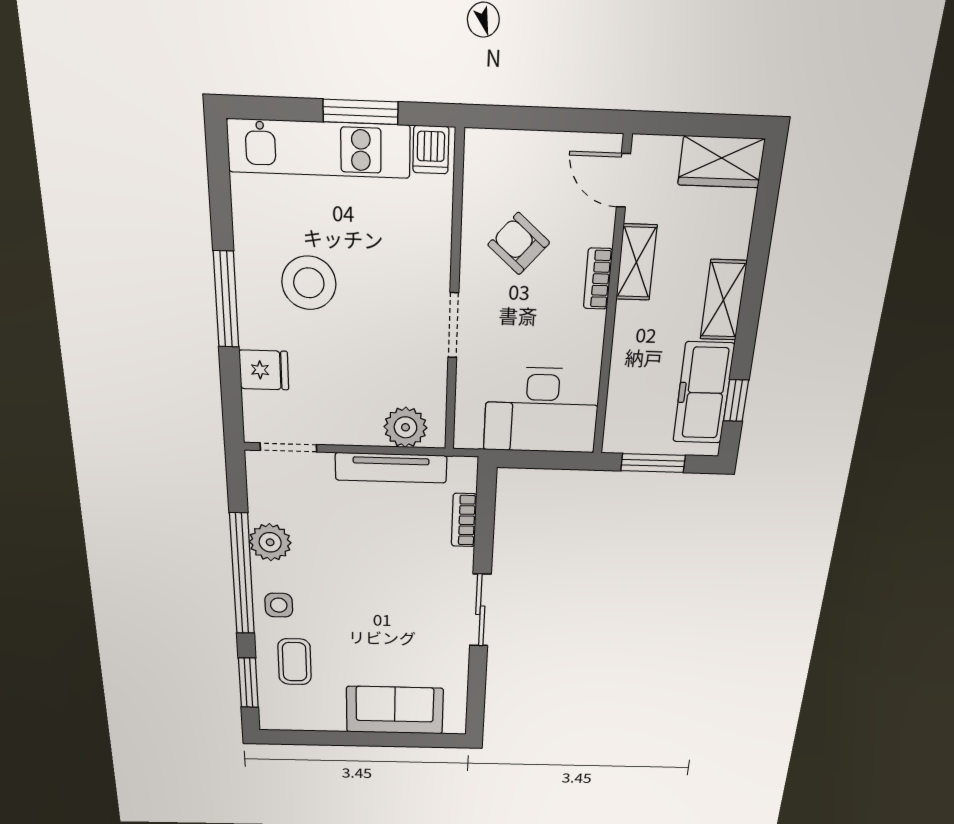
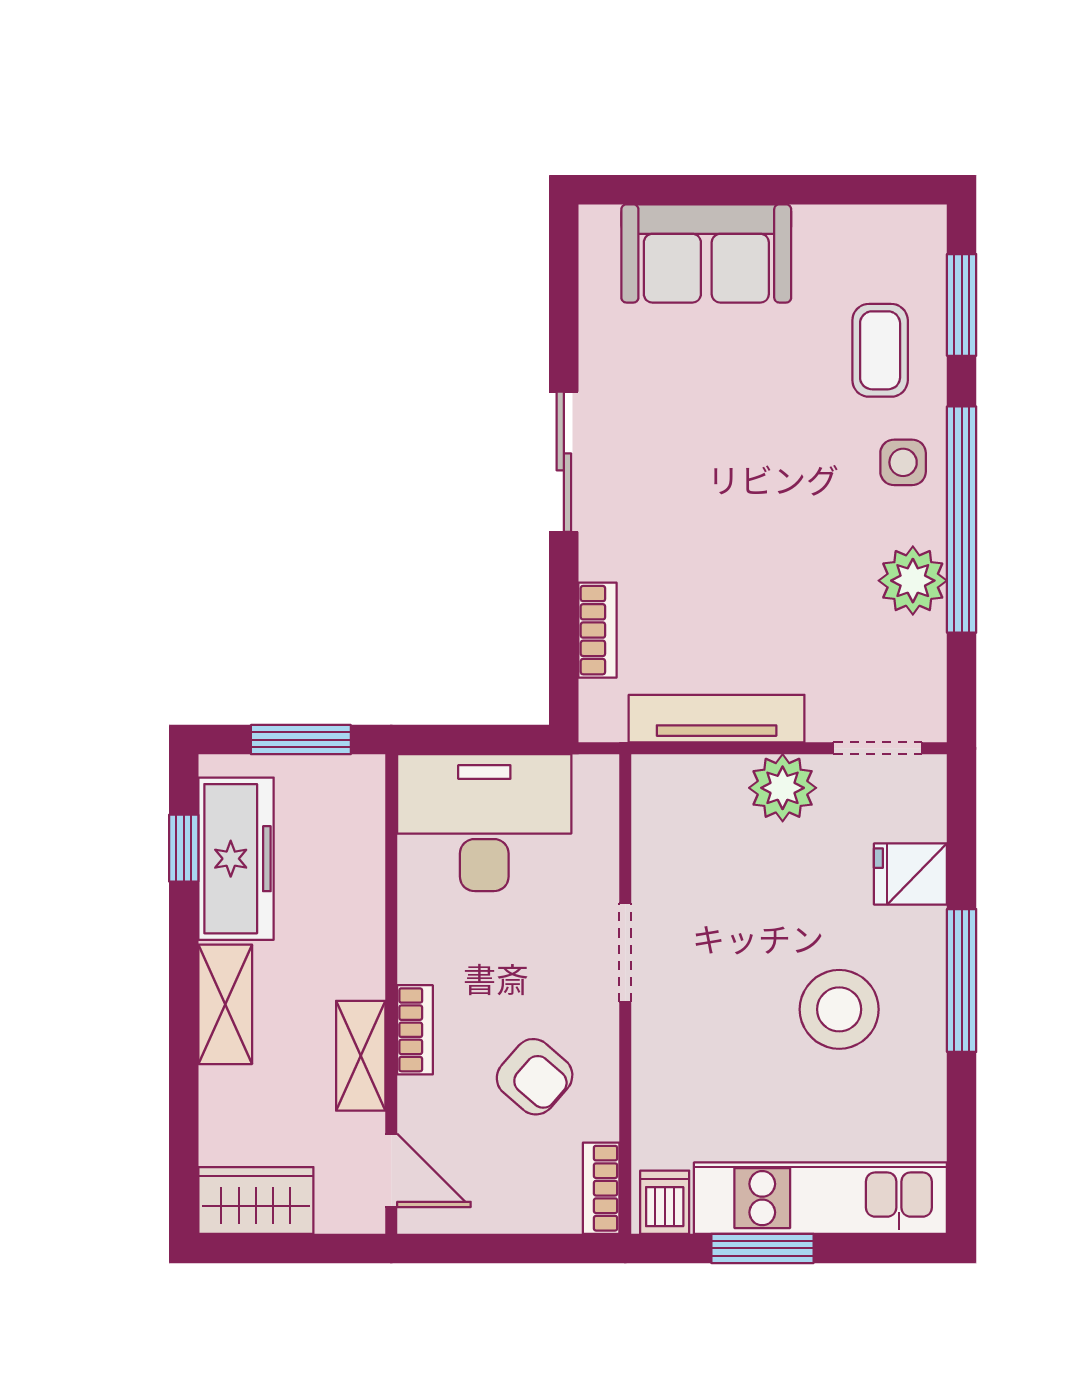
bookcase: (476, 162) -> (601, 1188), added
plant: (405, 427) -> (783, 788), moved

